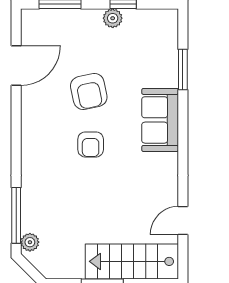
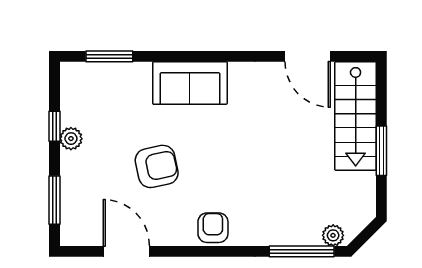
window: (183, 70) -> (109, 56), moved
armchair: (91, 144) -> (213, 228), moved, turned -90
door: (183, 221) -> (308, 56), width x1.38

